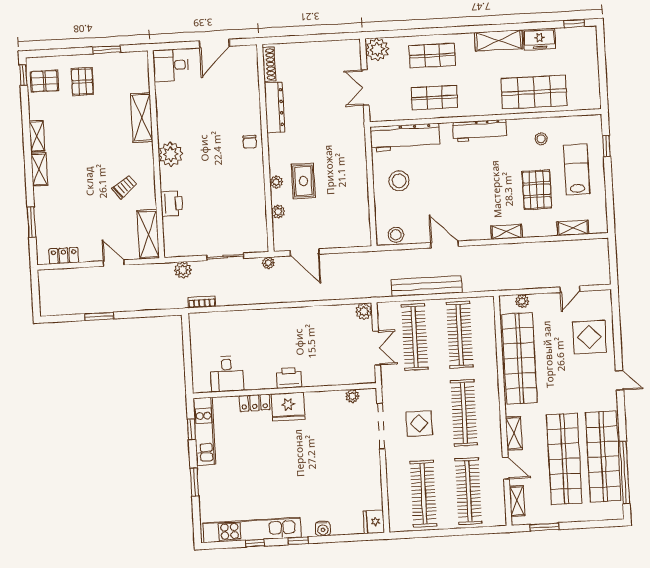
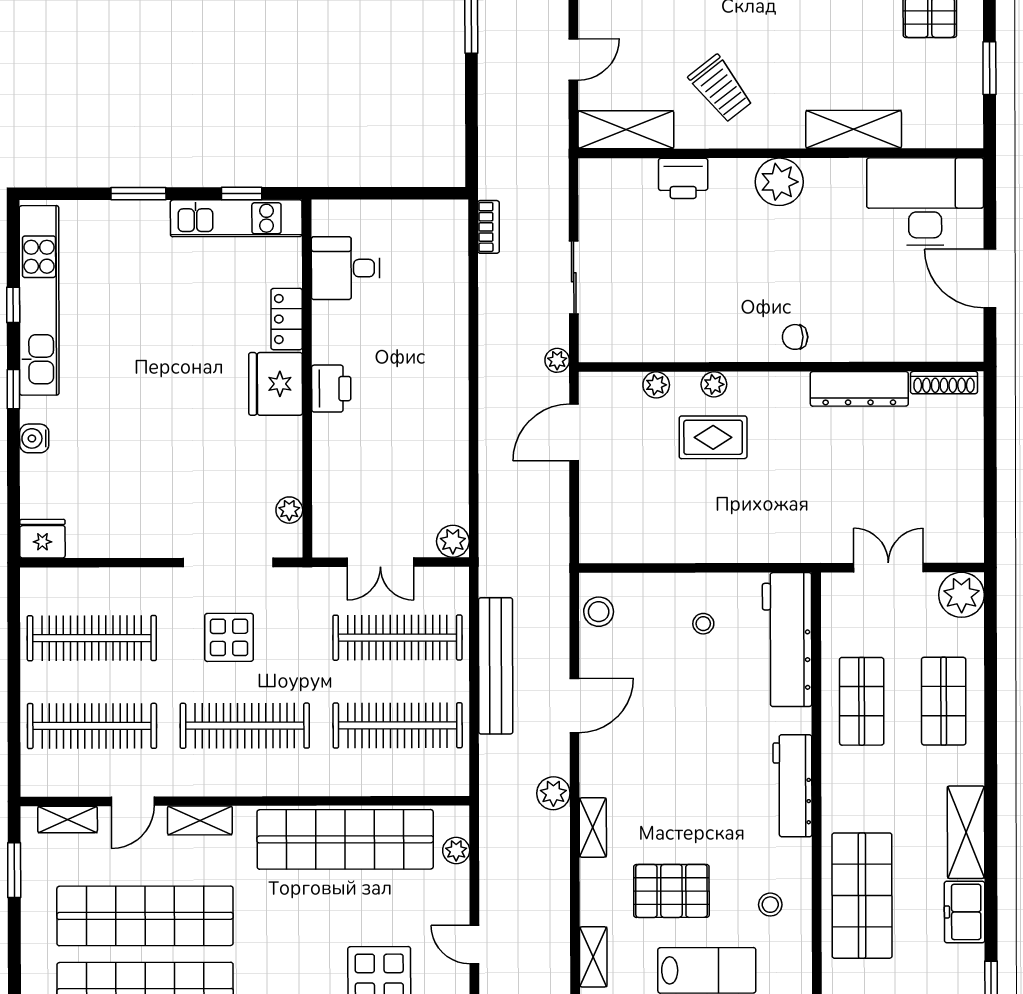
desk: (171, 65) -> (925, 201), width x1.87, depth x1.30
stool: (399, 181) -> (703, 624), width x0.53, depth x0.53
trolley: (125, 187) -> (721, 89), width x1.36, depth x1.39
plant: (183, 270) -> (553, 793), moved

